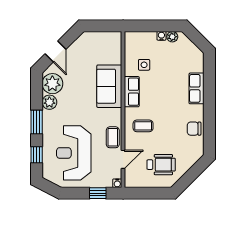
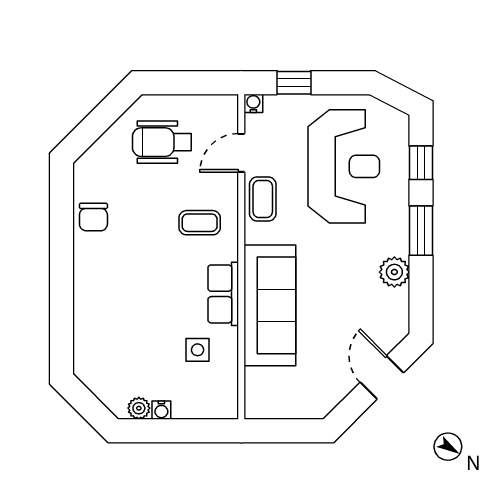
plant: (52, 84) -> (388, 311), removed
sofa: (109, 86) -> (270, 305), width x1.36
row of seats: (197, 88) -> (88, 301), removed
chair: (194, 129) -> (93, 217), turned 90

